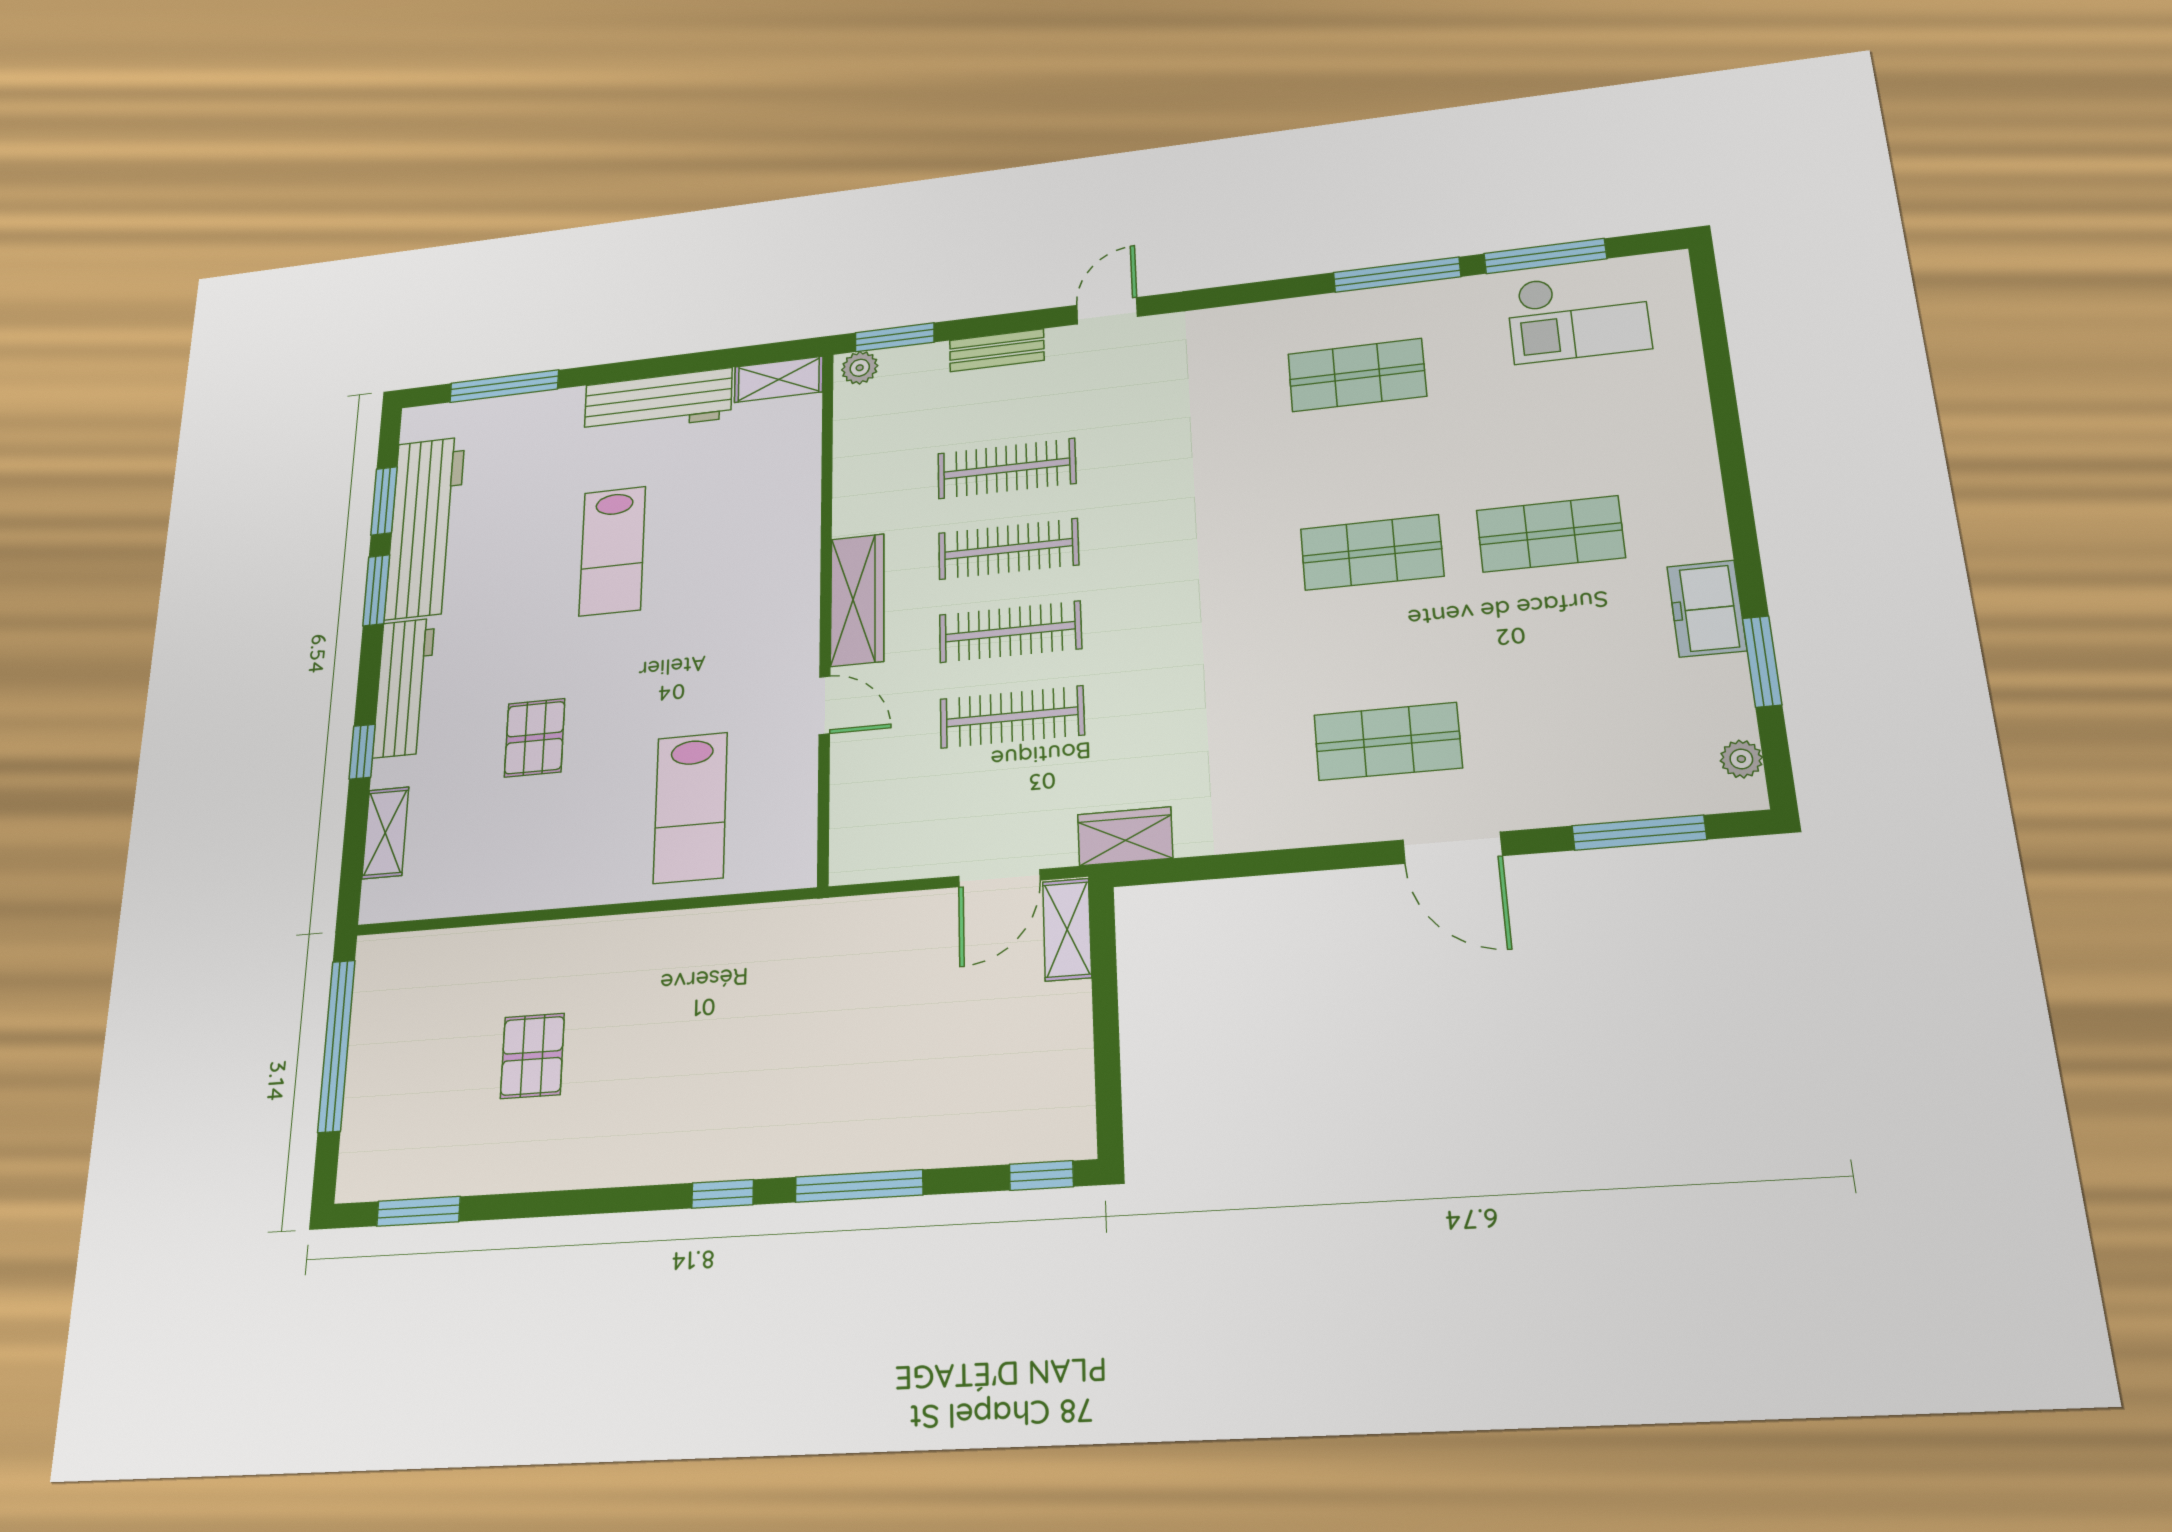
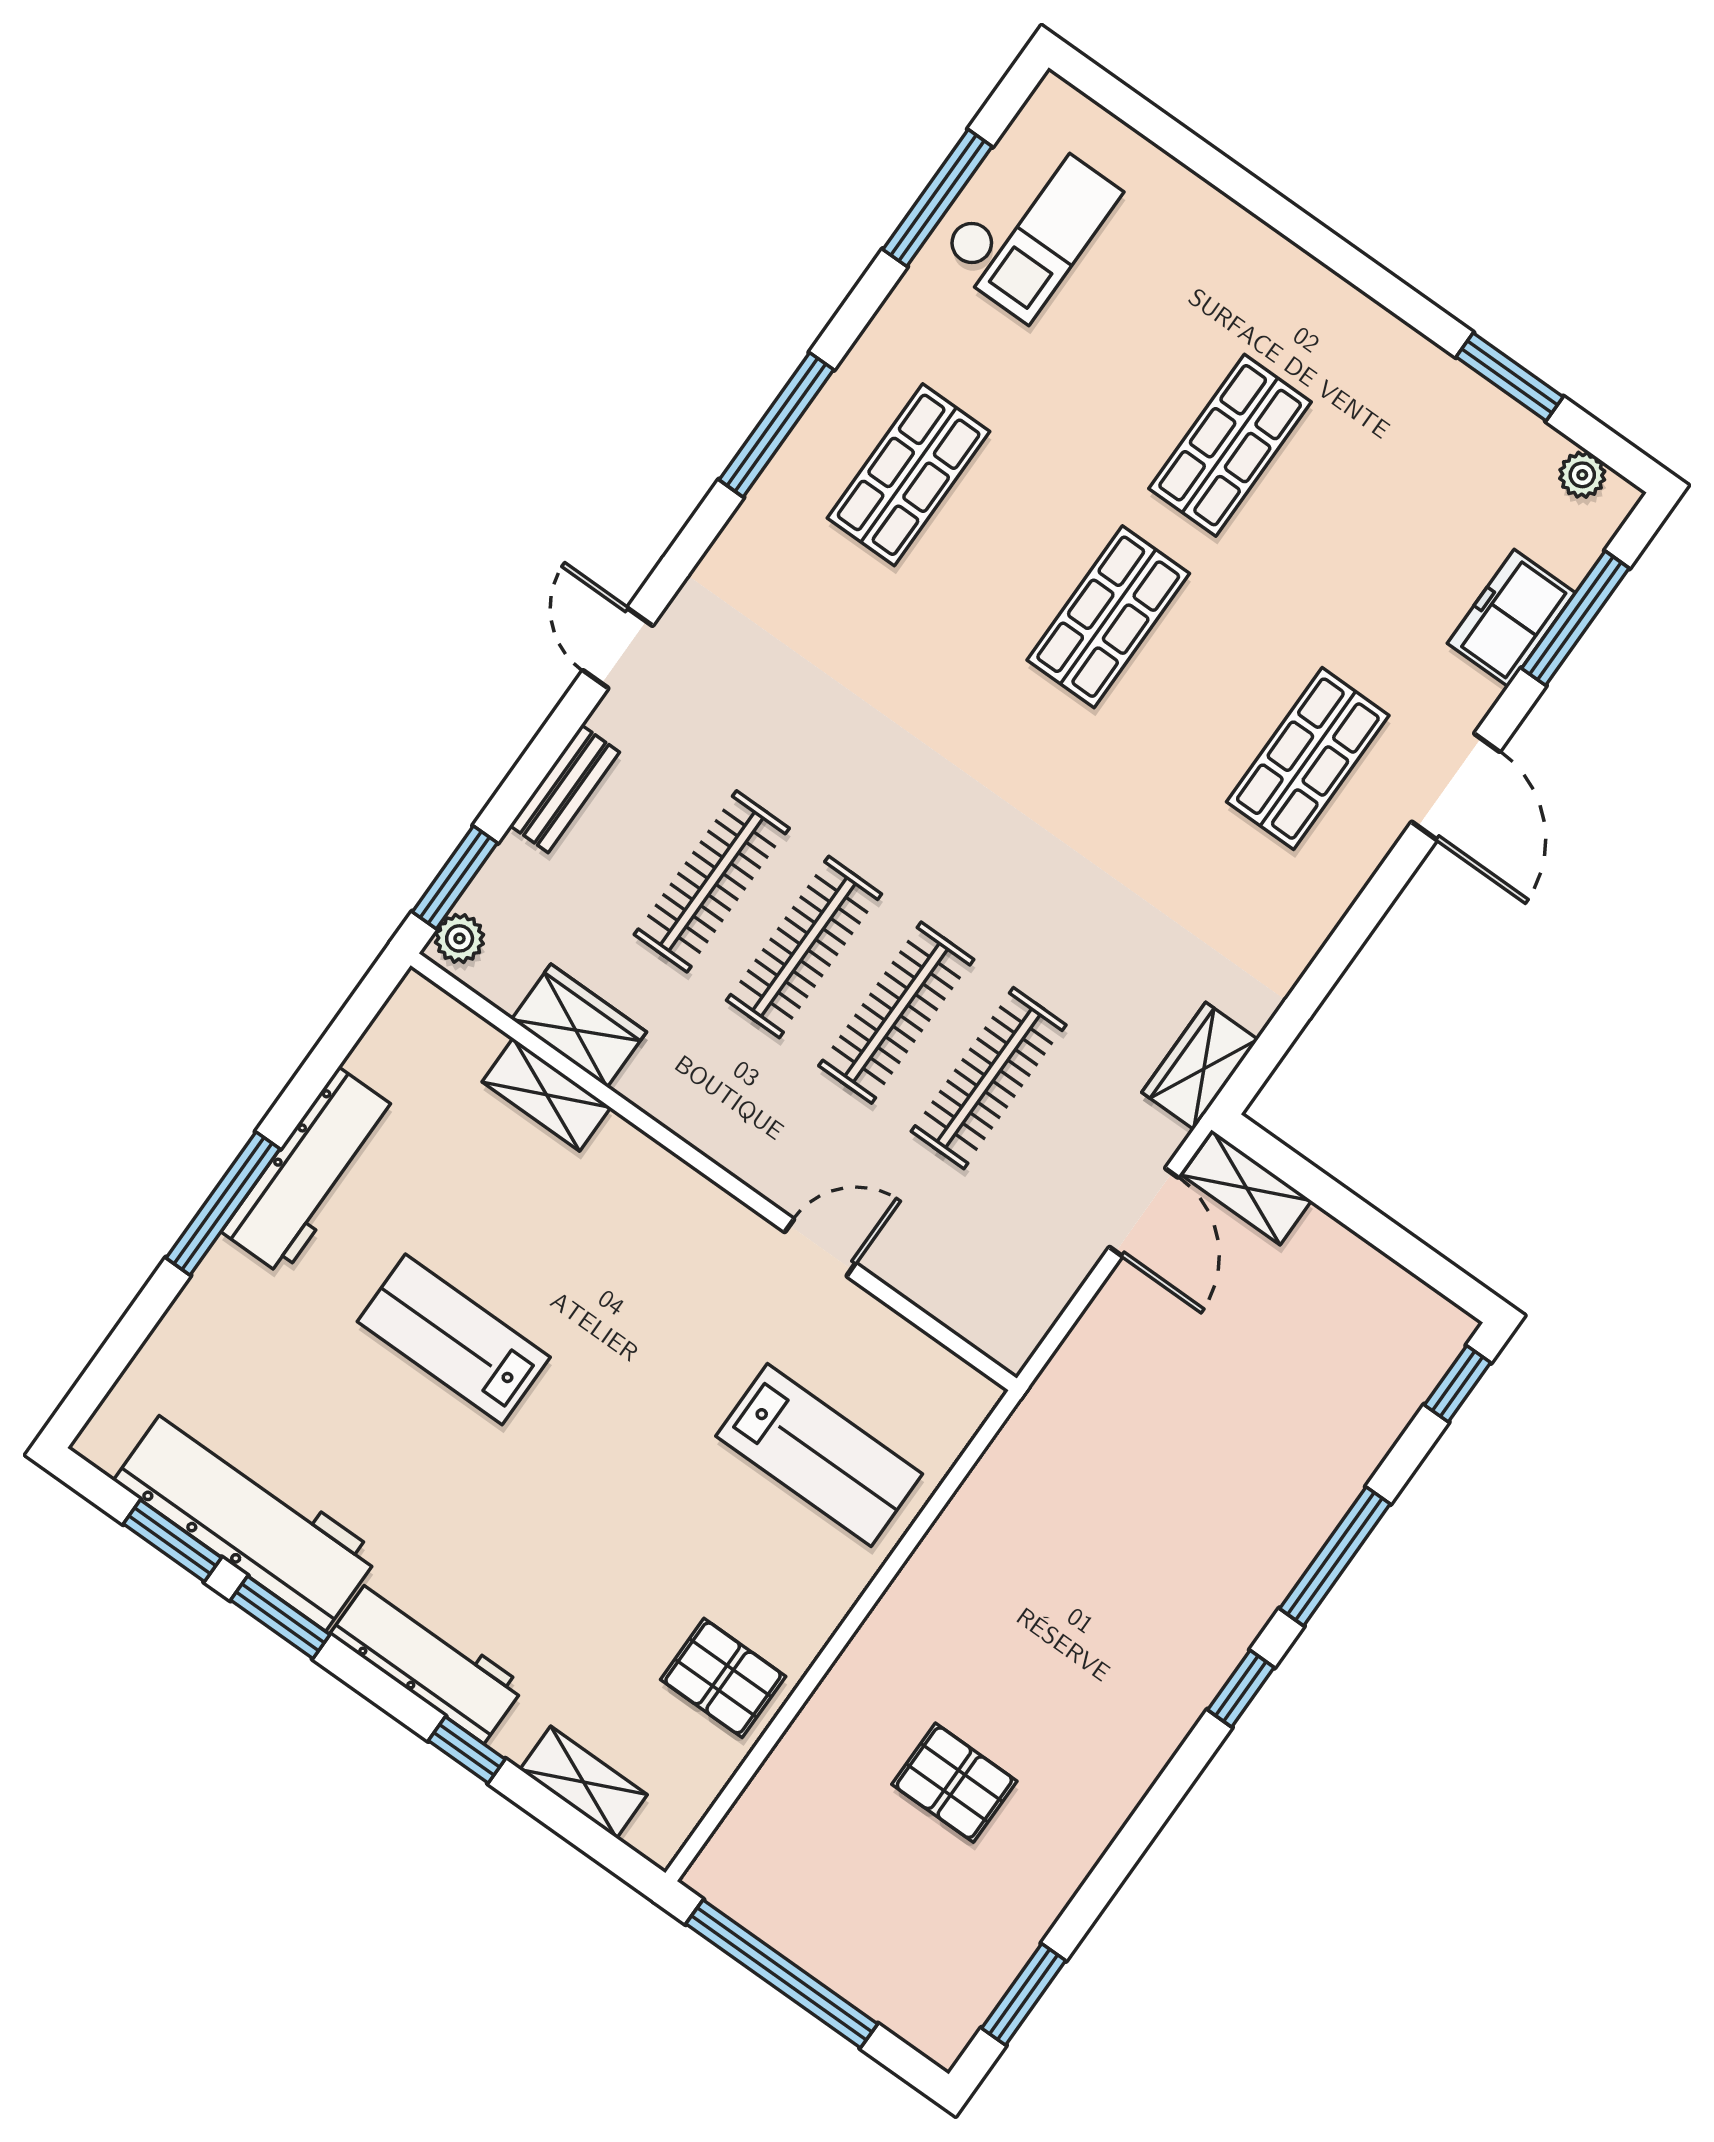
window: (1397, 275) -> (776, 425), moved
shelving: (779, 379) -> (546, 1095), moved, turned 90
window: (504, 386) -> (223, 1203), moved
lab bench: (612, 551) -> (454, 1339), turned 180
wardrobe: (857, 600) -> (579, 1026), moved, width x0.67
freezer: (1707, 609) -> (1511, 618), moved, turned 90
pallet: (535, 738) -> (723, 1678), moved
door: (1452, 848) -> (1456, 787), hinge flipped

